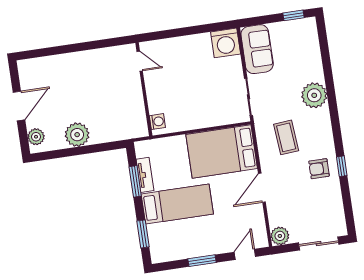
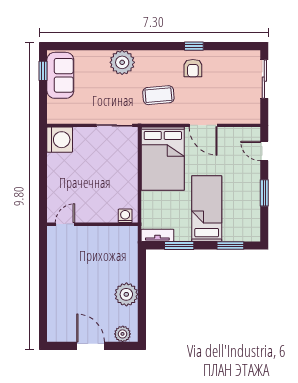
sofa: (257, 49) -> (60, 75), moved, turned 90
tv unit: (145, 175) -> (157, 235), moved
plant: (280, 236) -> (252, 115), removed

